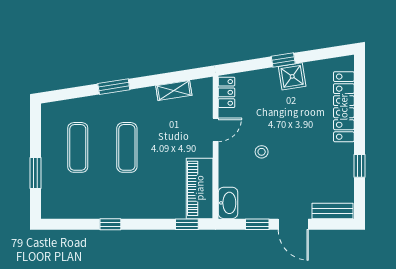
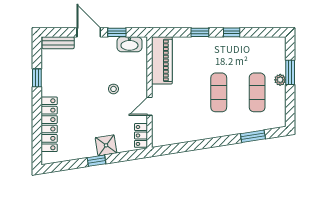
shower: (292, 76) -> (106, 145), moved
window: (114, 87) -> (253, 136), moved
shelving: (174, 90) -> (182, 137), removed
plant: (48, 164) -> (280, 80), added
washbasin: (228, 203) -> (129, 44), moved, turned -90
window: (187, 224) -> (200, 32), moved

